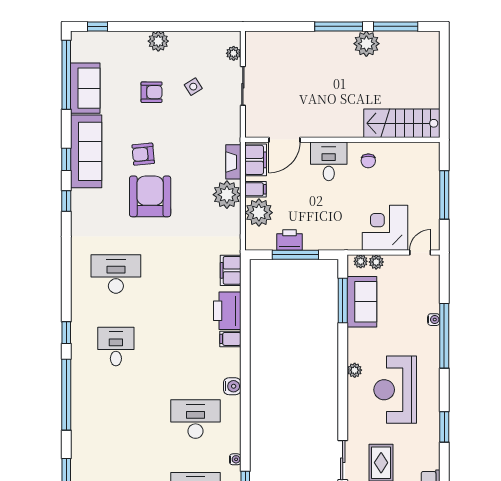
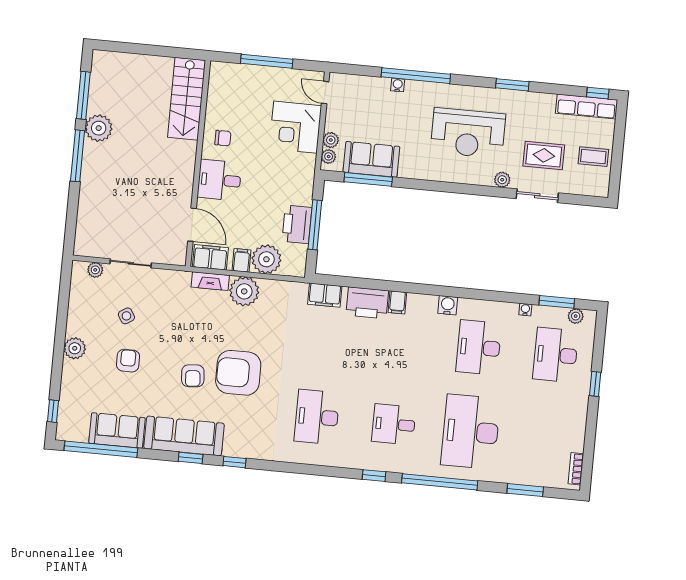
printer: (290, 240) -> (297, 224), width x1.37, depth x1.19
plant: (355, 370) -> (502, 180), moved
desk: (116, 419) -> (471, 432), added

